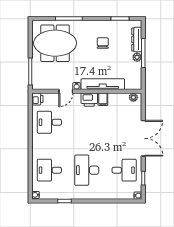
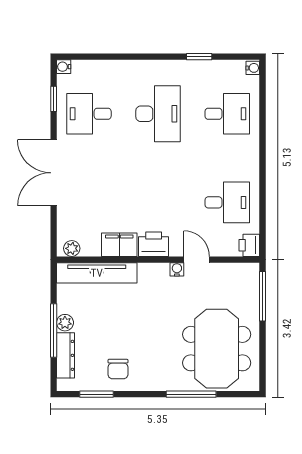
meeting table: (55, 43) -> (217, 349), turned 90
chair: (103, 43) -> (118, 369), moved
tv unit: (103, 84) -> (97, 273), moved
door: (66, 91) -> (197, 260), hinge flipped
filing cabinet: (103, 99) -> (119, 245), width x2.00

